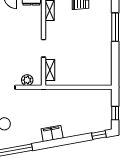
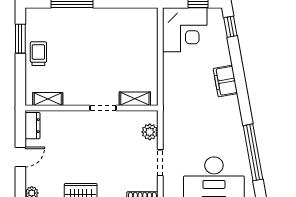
corner desk: (97, 104) -> (185, 30), added
filing cabinet: (52, 133) -> (225, 81), moved

